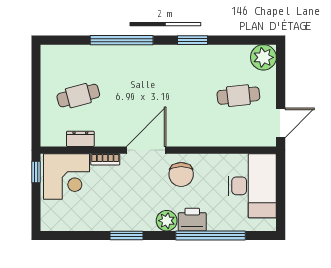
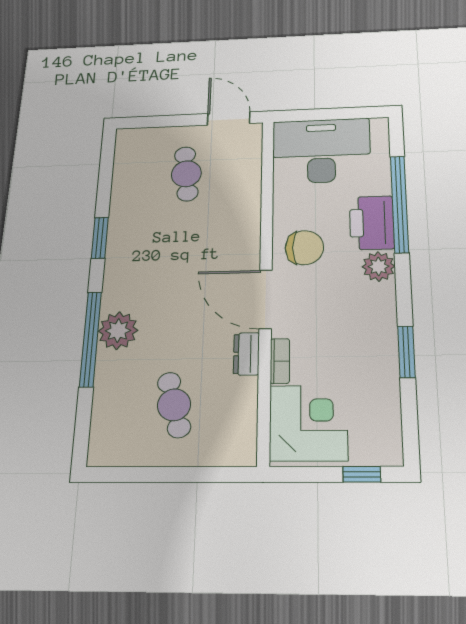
plant: (263, 57) -> (118, 331), moved
dresser: (80, 139) -> (246, 354), moved
window: (36, 172) -> (362, 474), moved
printer: (192, 220) -> (372, 223), width x1.37, depth x1.19
window: (126, 235) -> (406, 352), moved

